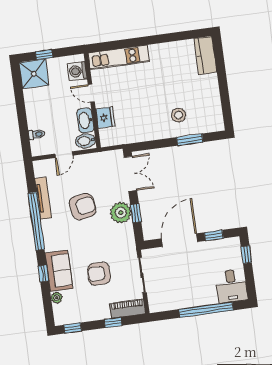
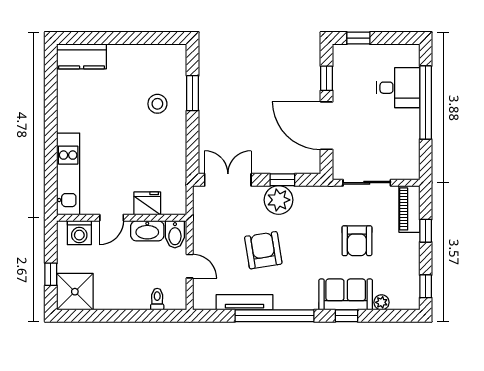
desk: (231, 286) -> (398, 88), moved

